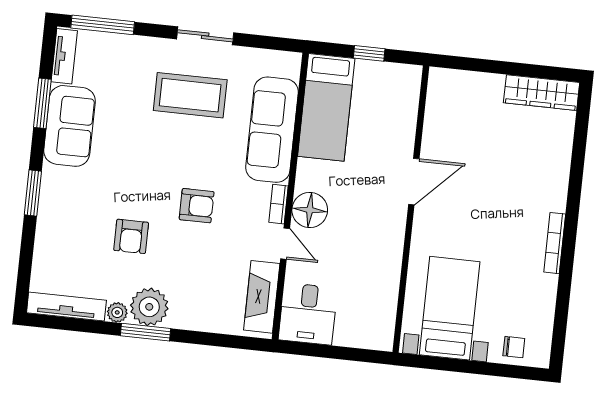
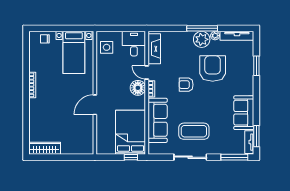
sliding door: (205, 36) -> (190, 157), width x1.37
window: (369, 53) -> (131, 157), moved
window: (42, 103) -> (256, 136), moved
bed: (326, 107) -> (131, 132), width x1.50
window: (33, 193) -> (256, 66), moved
armchair: (131, 236) -> (213, 69), width x1.88, depth x1.88
side table: (372, 312) -> (107, 47), added
window: (145, 332) -> (202, 28), width x1.44

